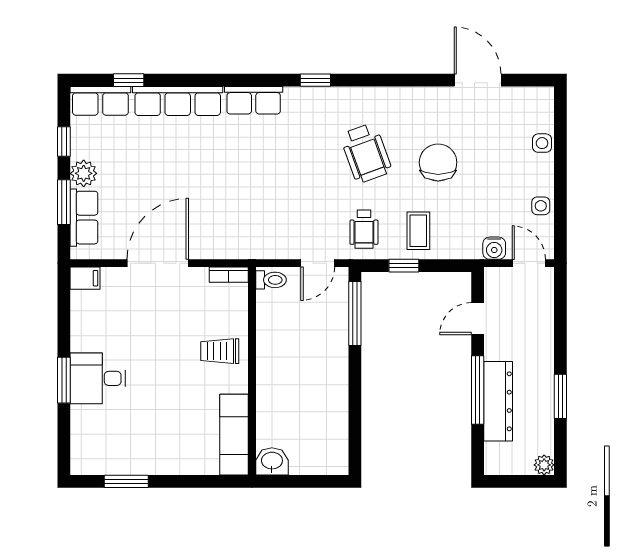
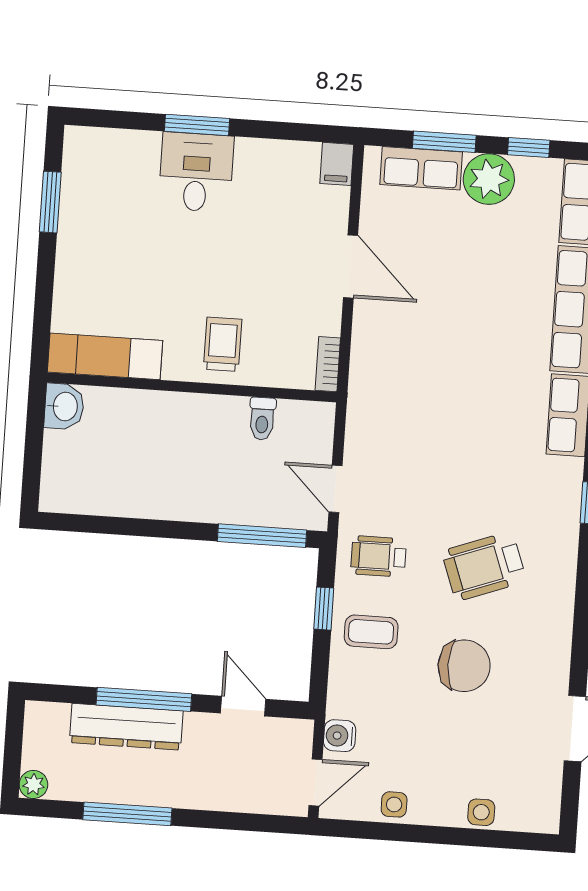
plant: (84, 173) -> (489, 179), width x1.36, depth x1.36
door: (158, 263) -> (351, 266), width x0.73
toilet: (271, 280) -> (262, 419), moved
window: (560, 396) -> (127, 814), width x1.44

